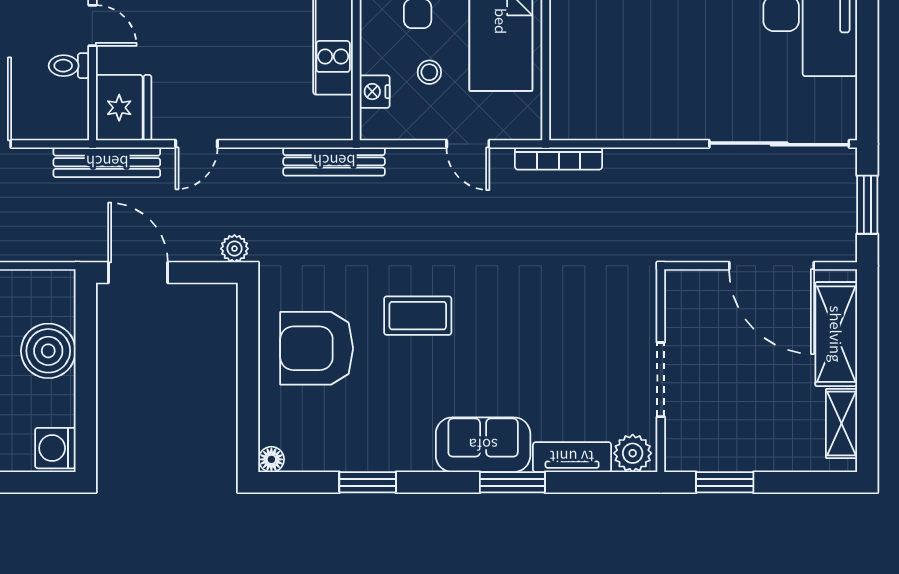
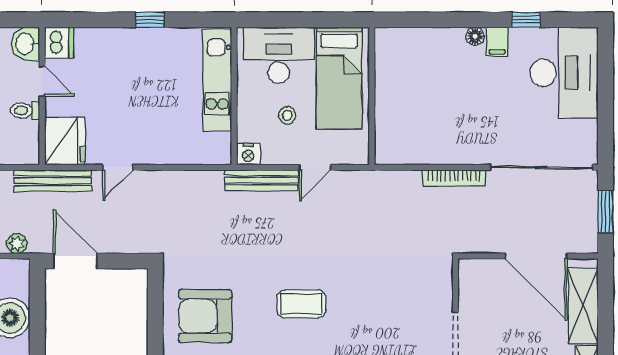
nightstand: (375, 92) -> (248, 154), moved, turned -90
door: (468, 144) -> (315, 167), hinge flipped
bookcase: (559, 158) -> (454, 178), moved
bench: (334, 161) -> (262, 180), moved
plant: (234, 249) -> (17, 243), moved
coffee table: (418, 316) -> (301, 304), moved

